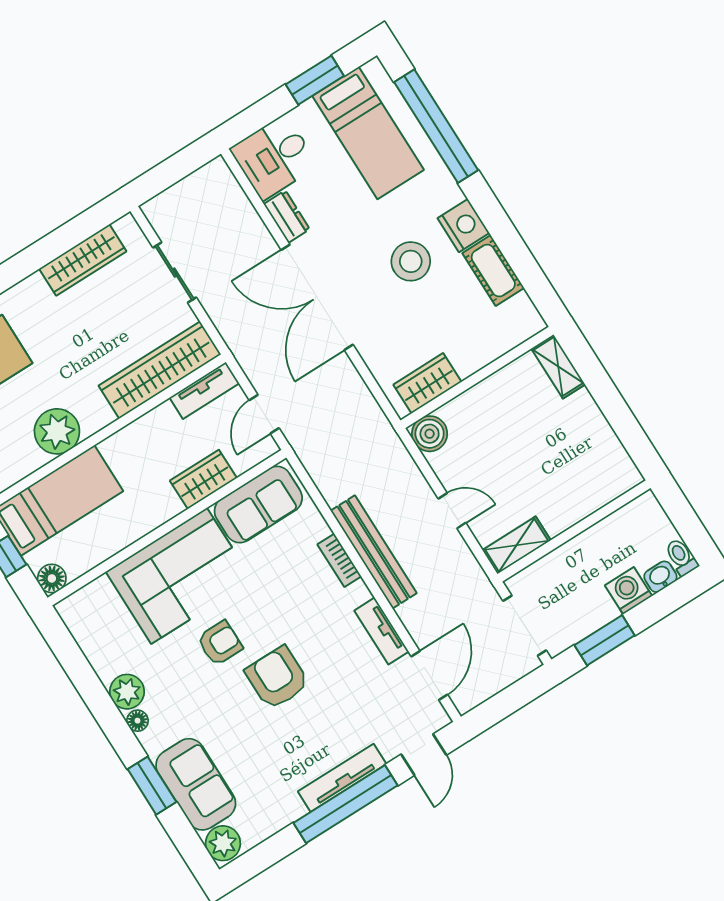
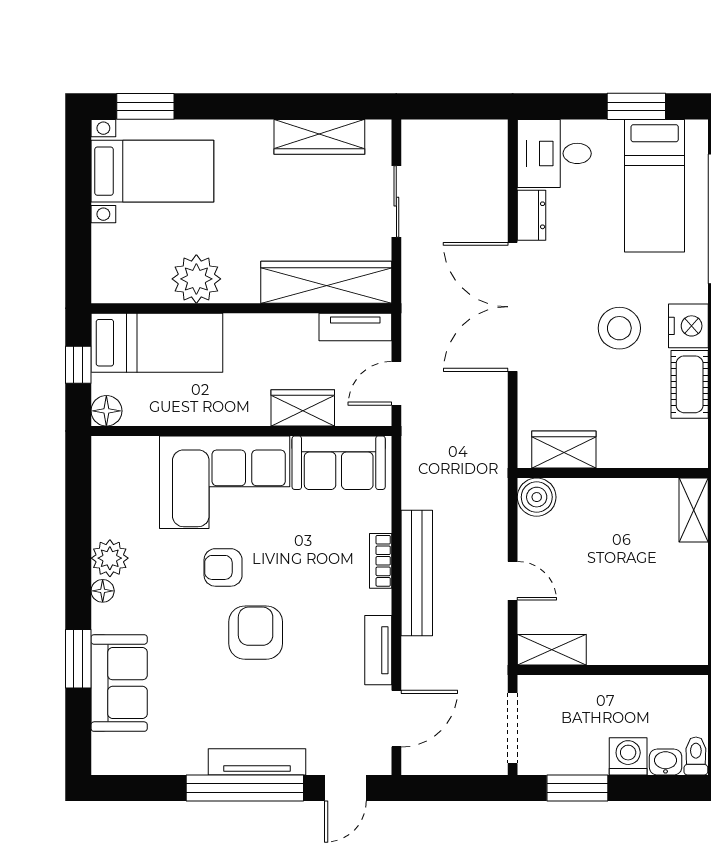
armchair: (220, 643) -> (223, 567), turned 180
plant: (223, 843) -> (110, 753), removed

